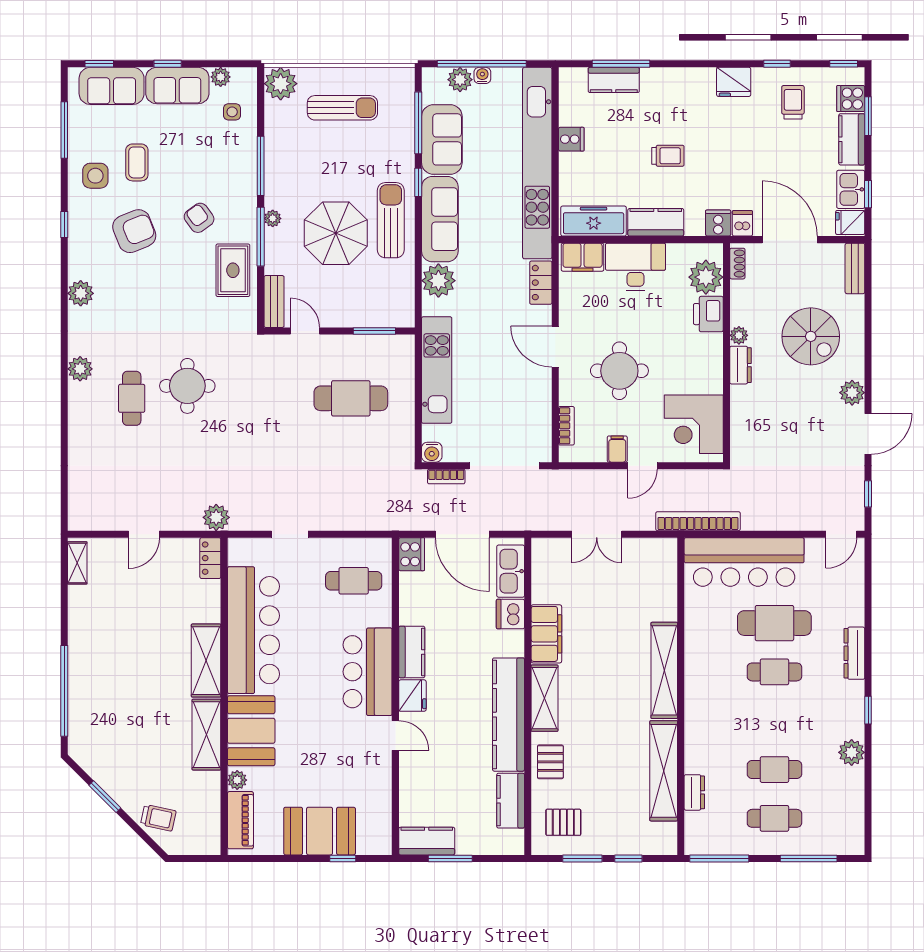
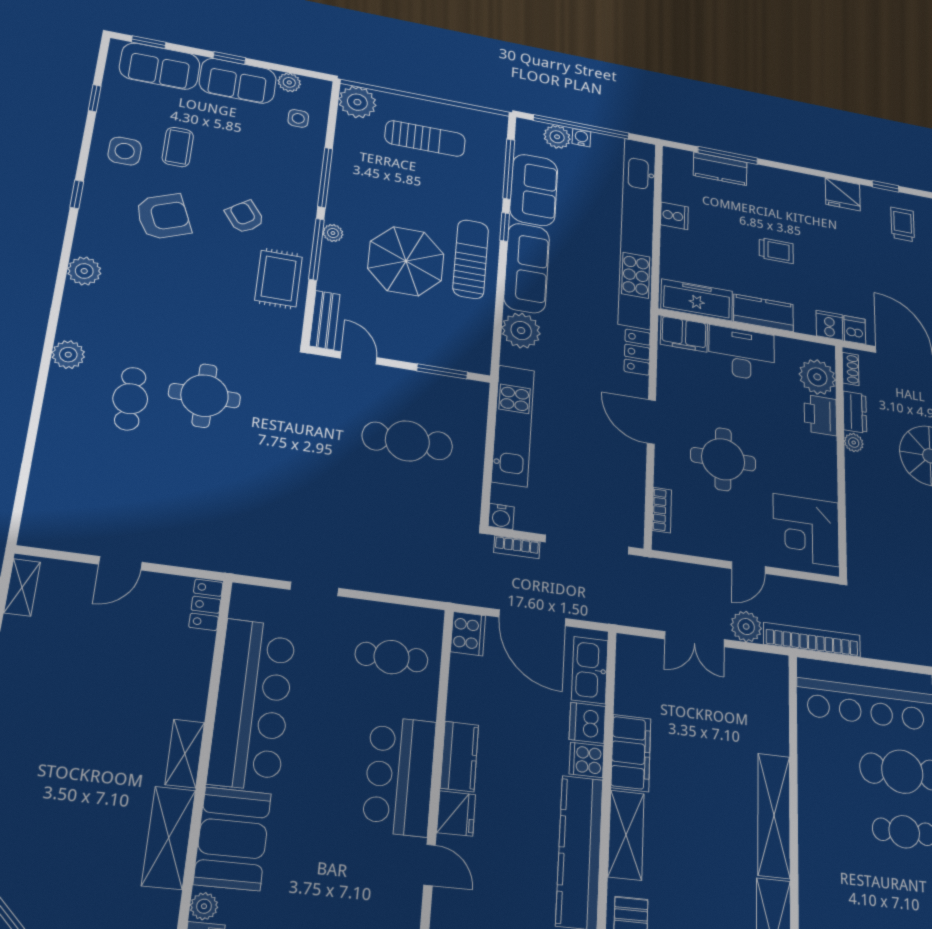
window: (64, 130) -> (95, 98), width x0.46
dresser: (741, 365) -> (855, 412), moved
filing cabinet: (617, 449) -> (720, 545), removed
plant: (216, 517) -> (746, 627), moved
cooker: (511, 643) -> (587, 760), added
shelving: (206, 661) -> (185, 753), width x0.67, depth x0.75

